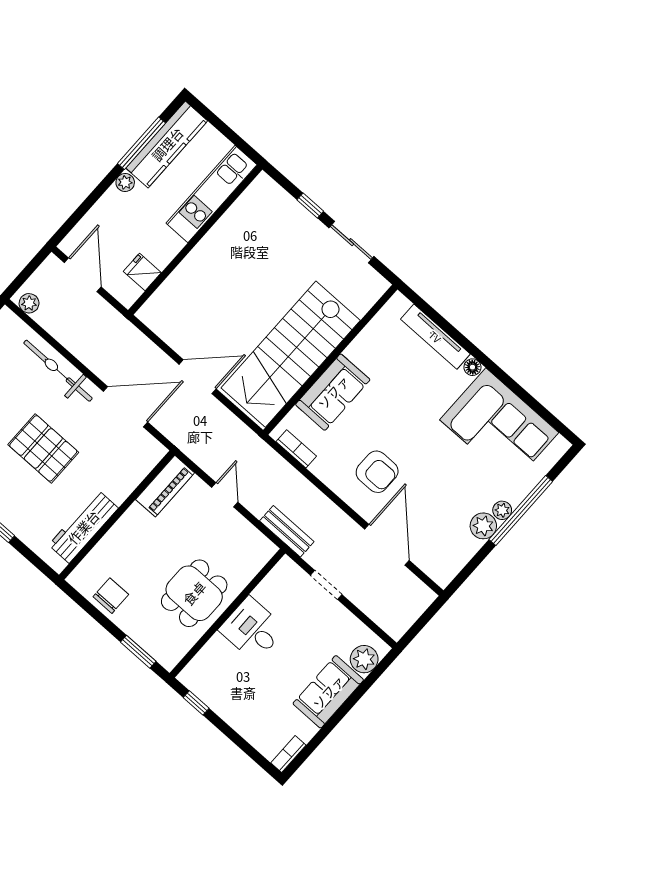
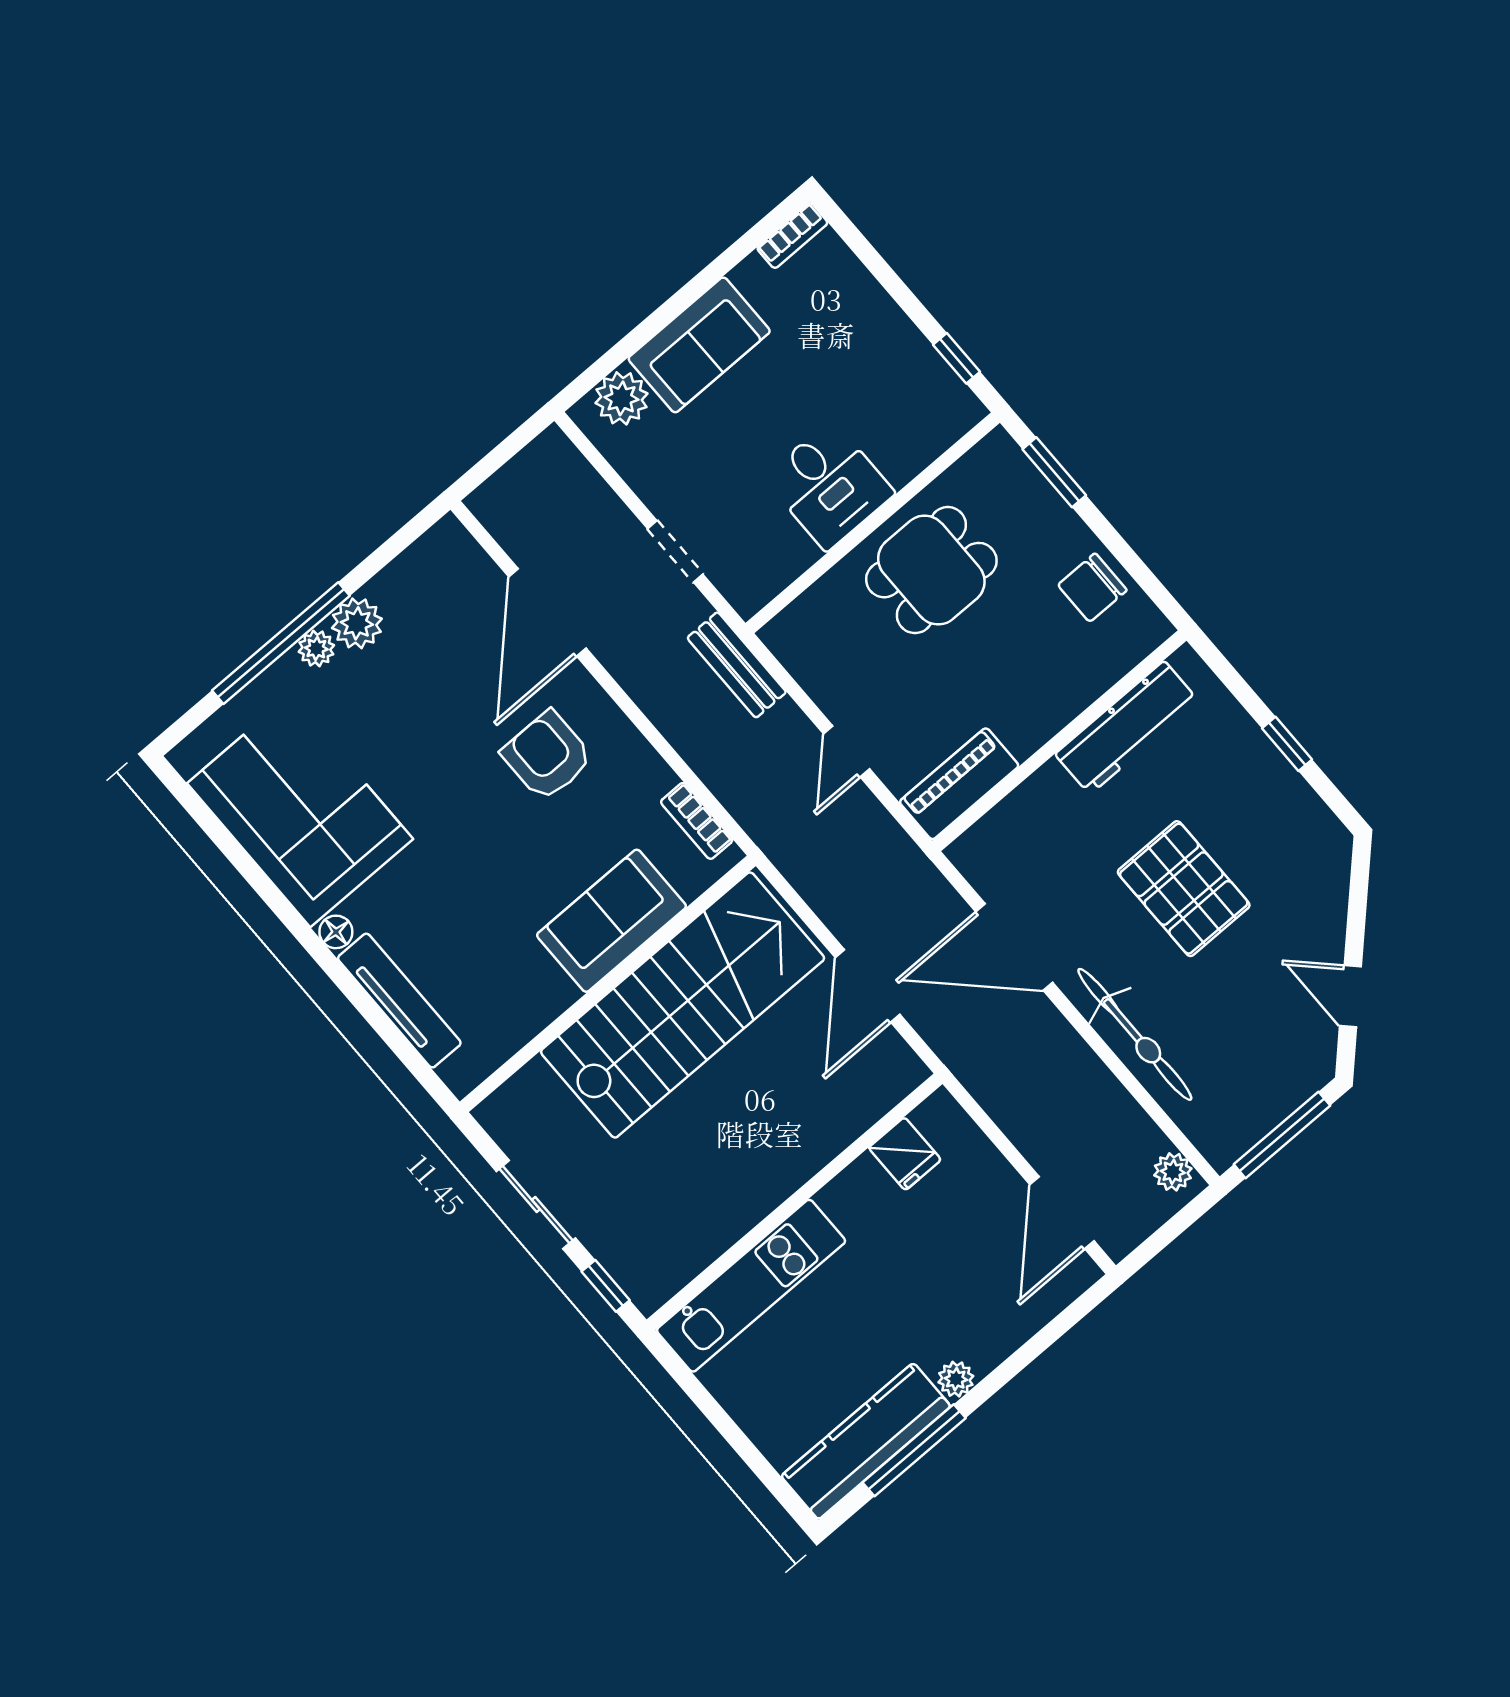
kitchen unit: (212, 194) -> (751, 1286), moved
wall: (195, 240) -> (795, 1202), moved
fridge: (142, 272) -> (905, 1154), moved
door: (198, 377) -> (868, 986), hinge flipped

